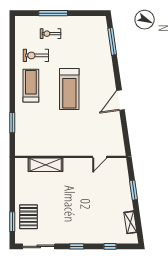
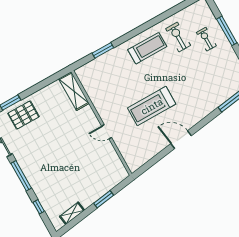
treadmill: (69, 89) -> (152, 106), moved
door: (100, 157) -> (107, 132), moved
shelving: (46, 165) -> (74, 91), moved
window: (77, 246) -> (21, 176), width x2.17

